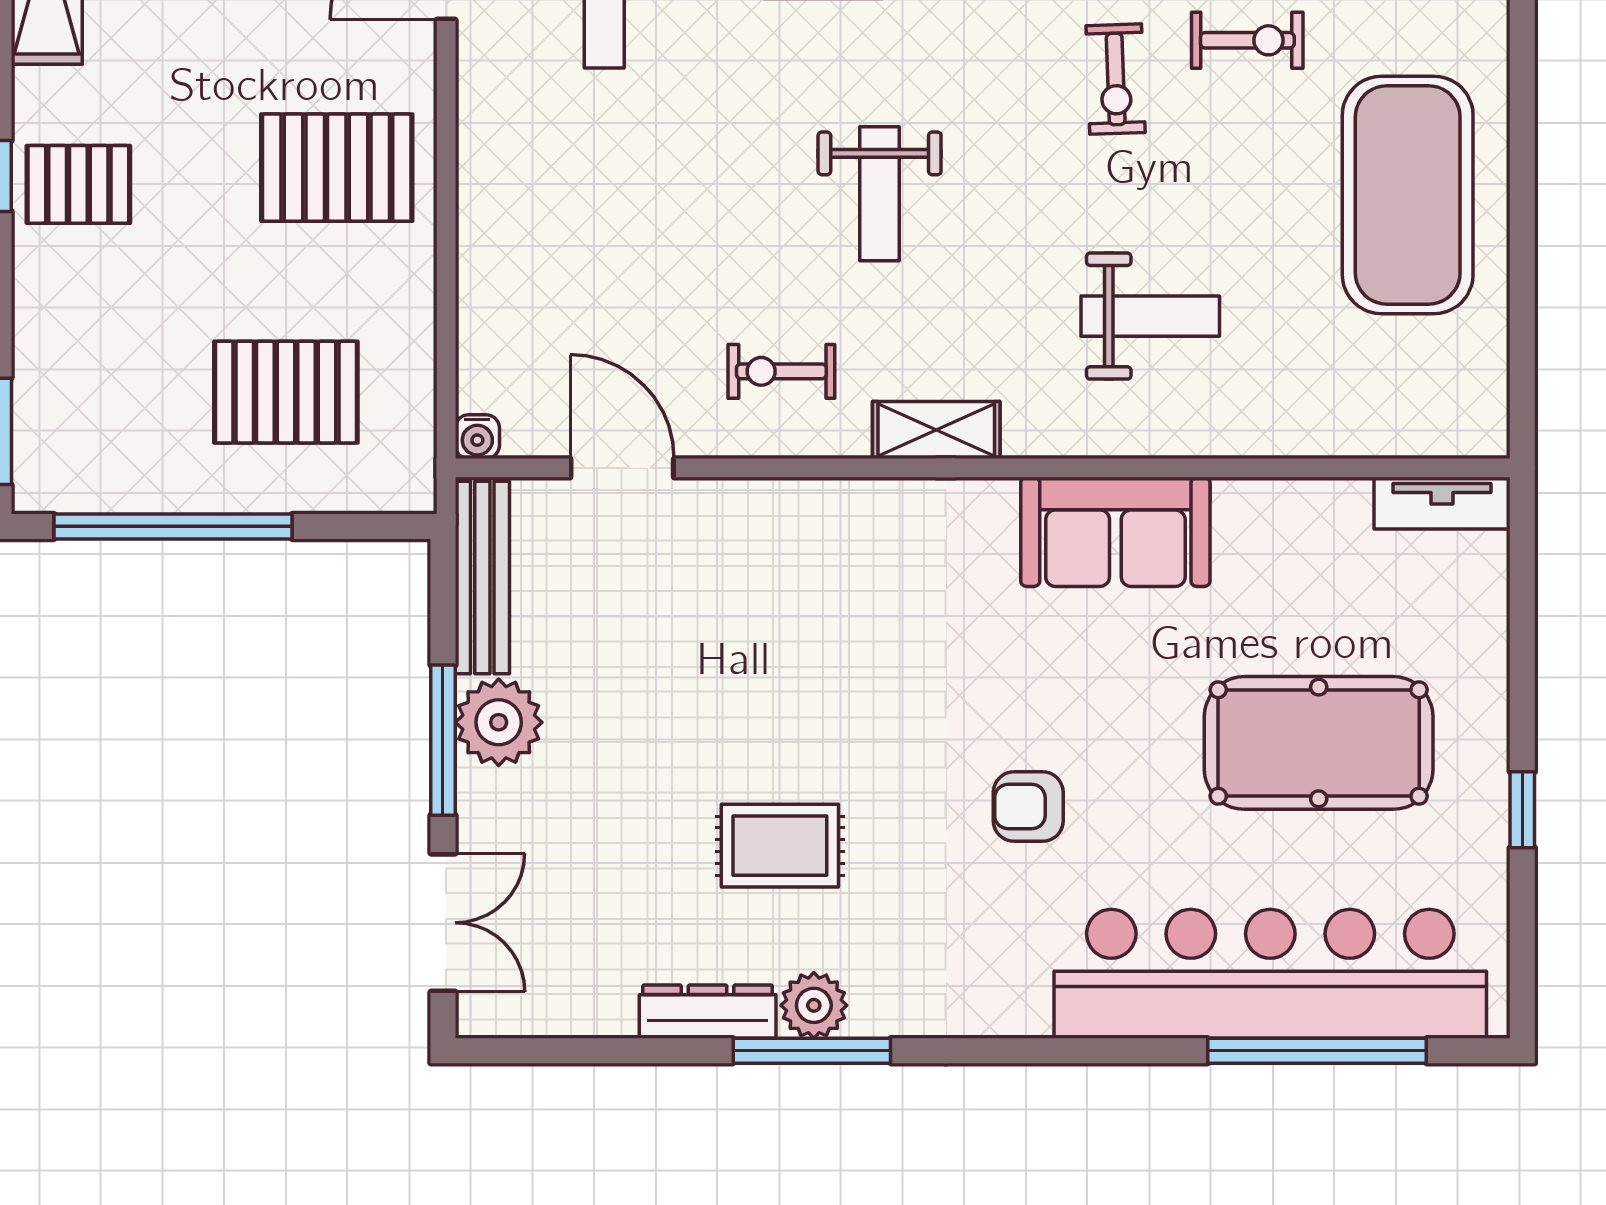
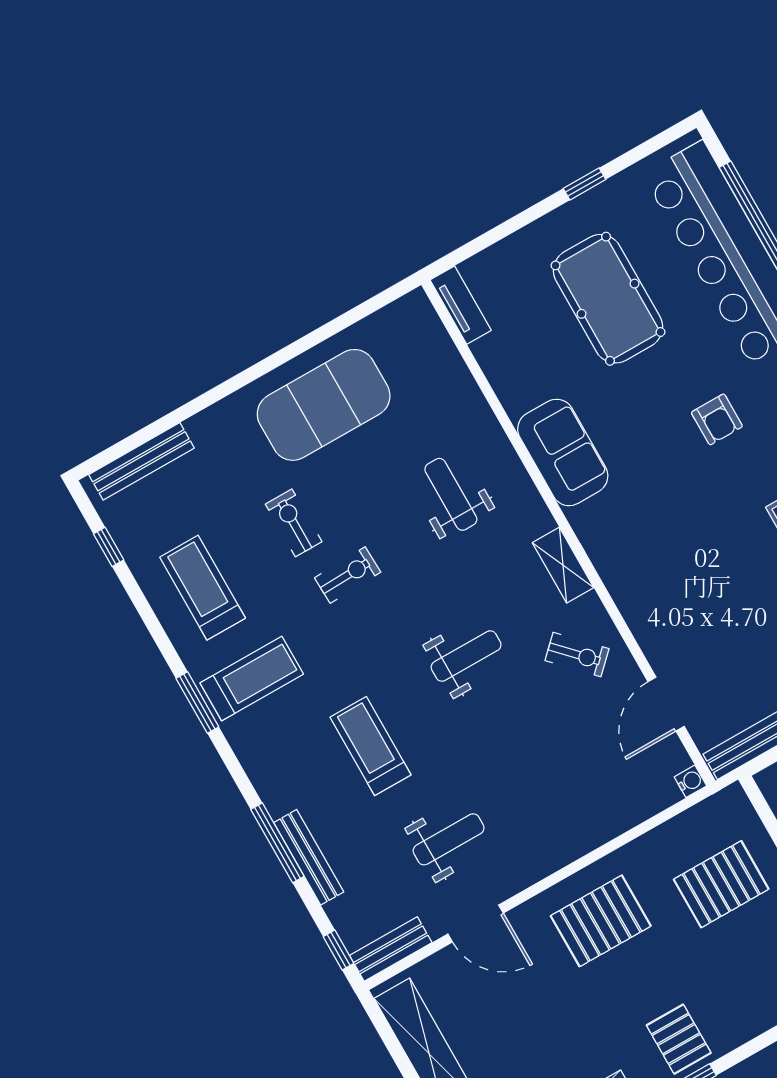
pallet: (337, 168) -> (601, 921), turned 90
exercise bike: (781, 371) -> (577, 655), turned -44
pallet: (286, 392) -> (721, 884), turned 90

